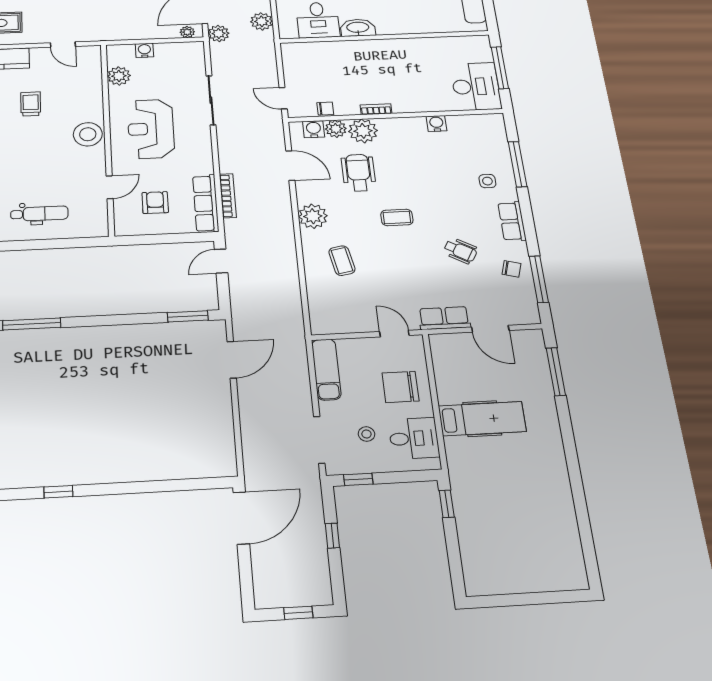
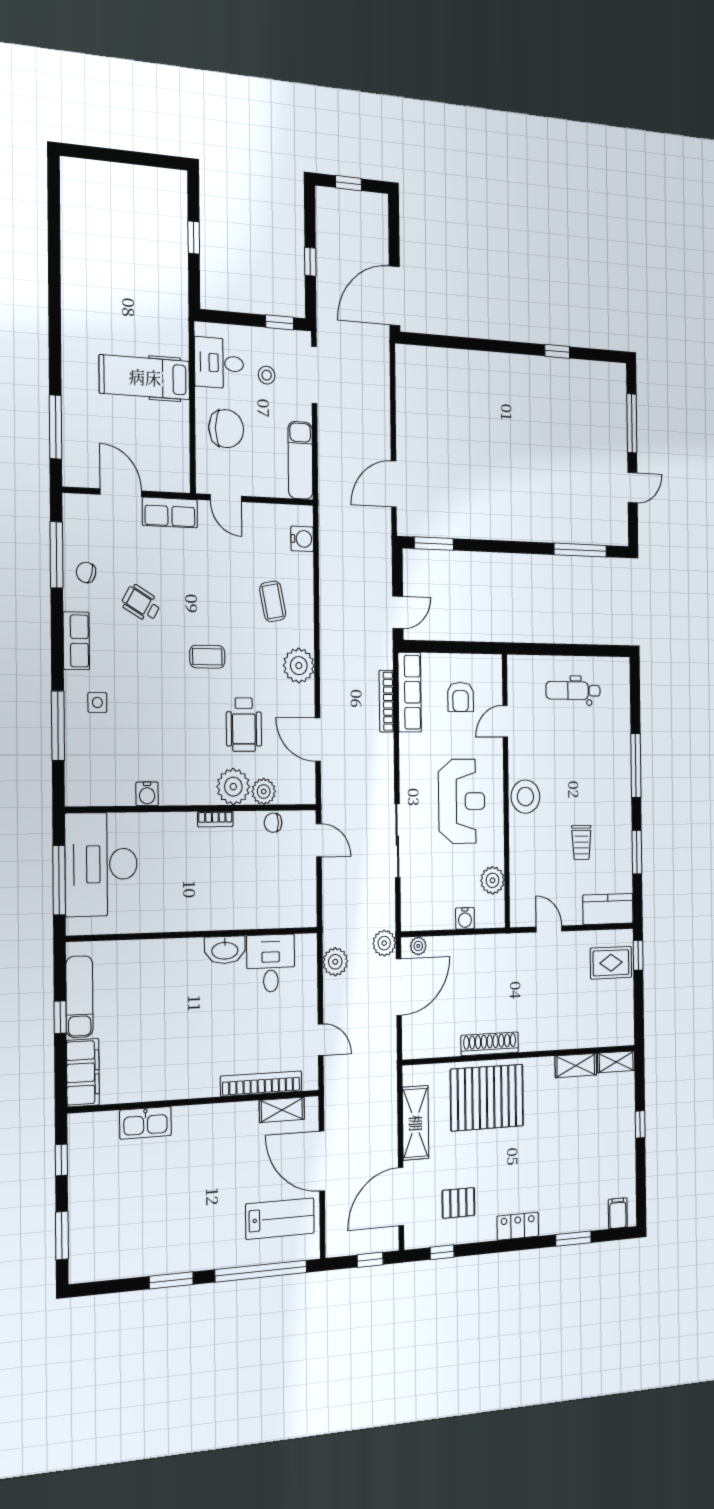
desk: (476, 86) -> (101, 864), width x1.36, depth x1.30
water cooler: (314, 129) -> (302, 539), moved, turned -90
window: (447, 504) -> (194, 237), moved

